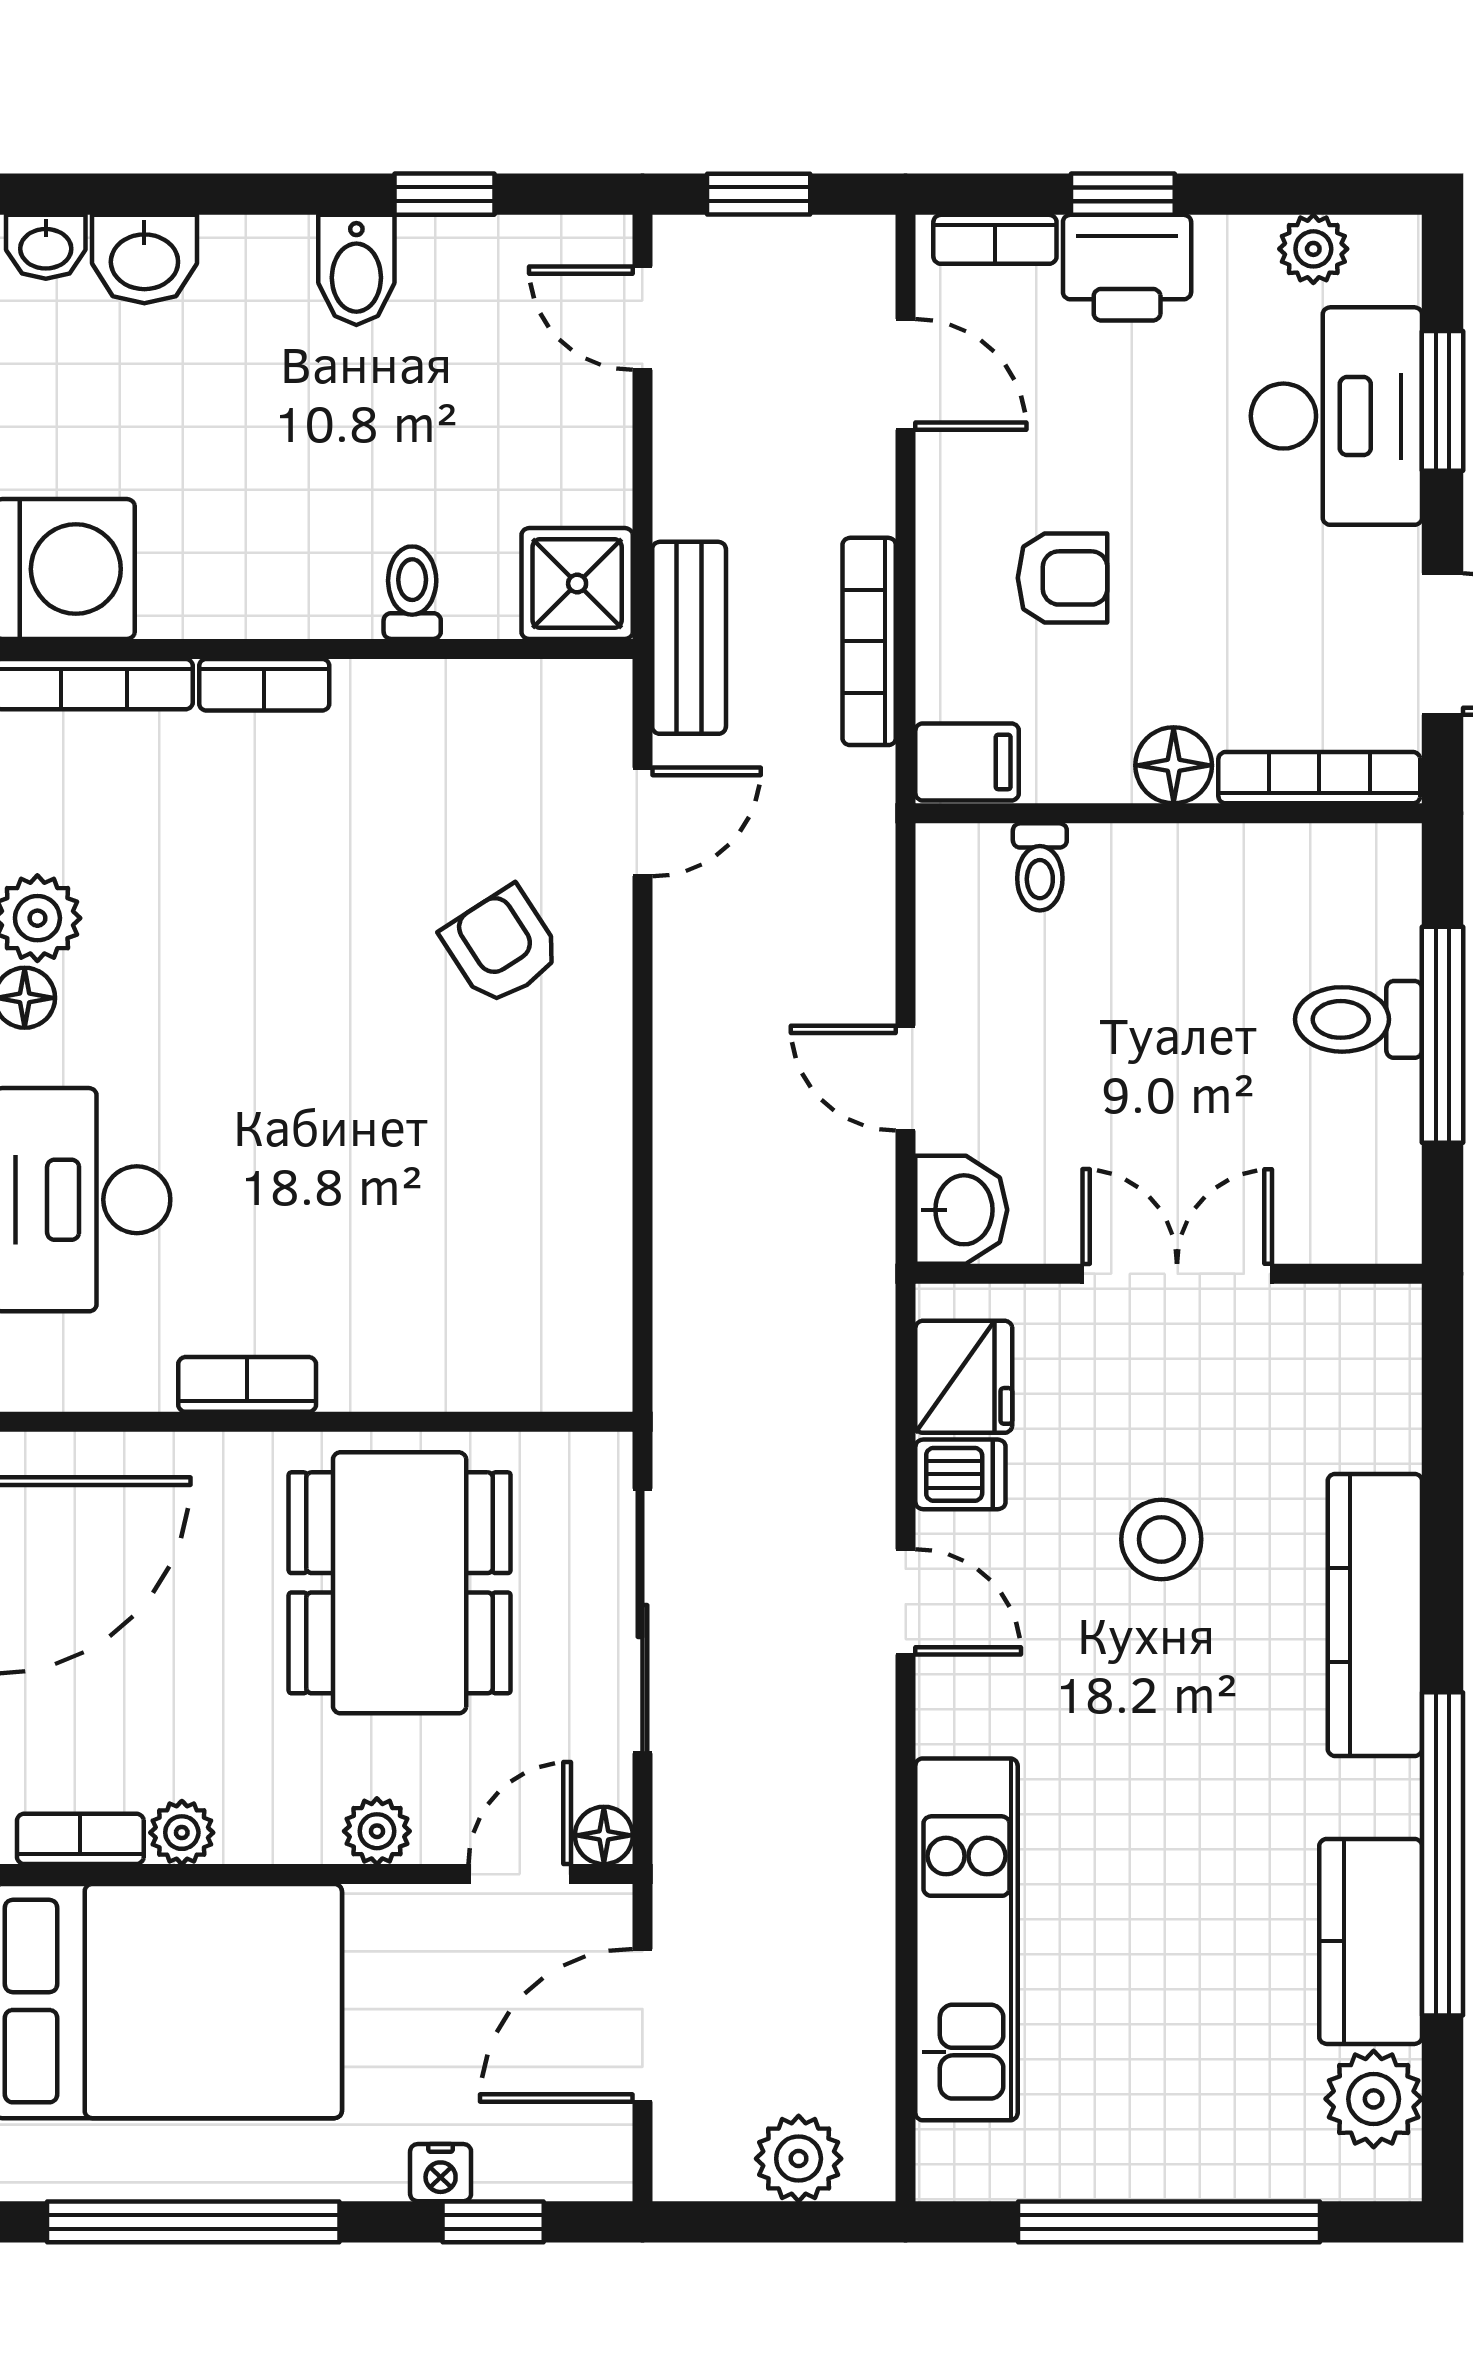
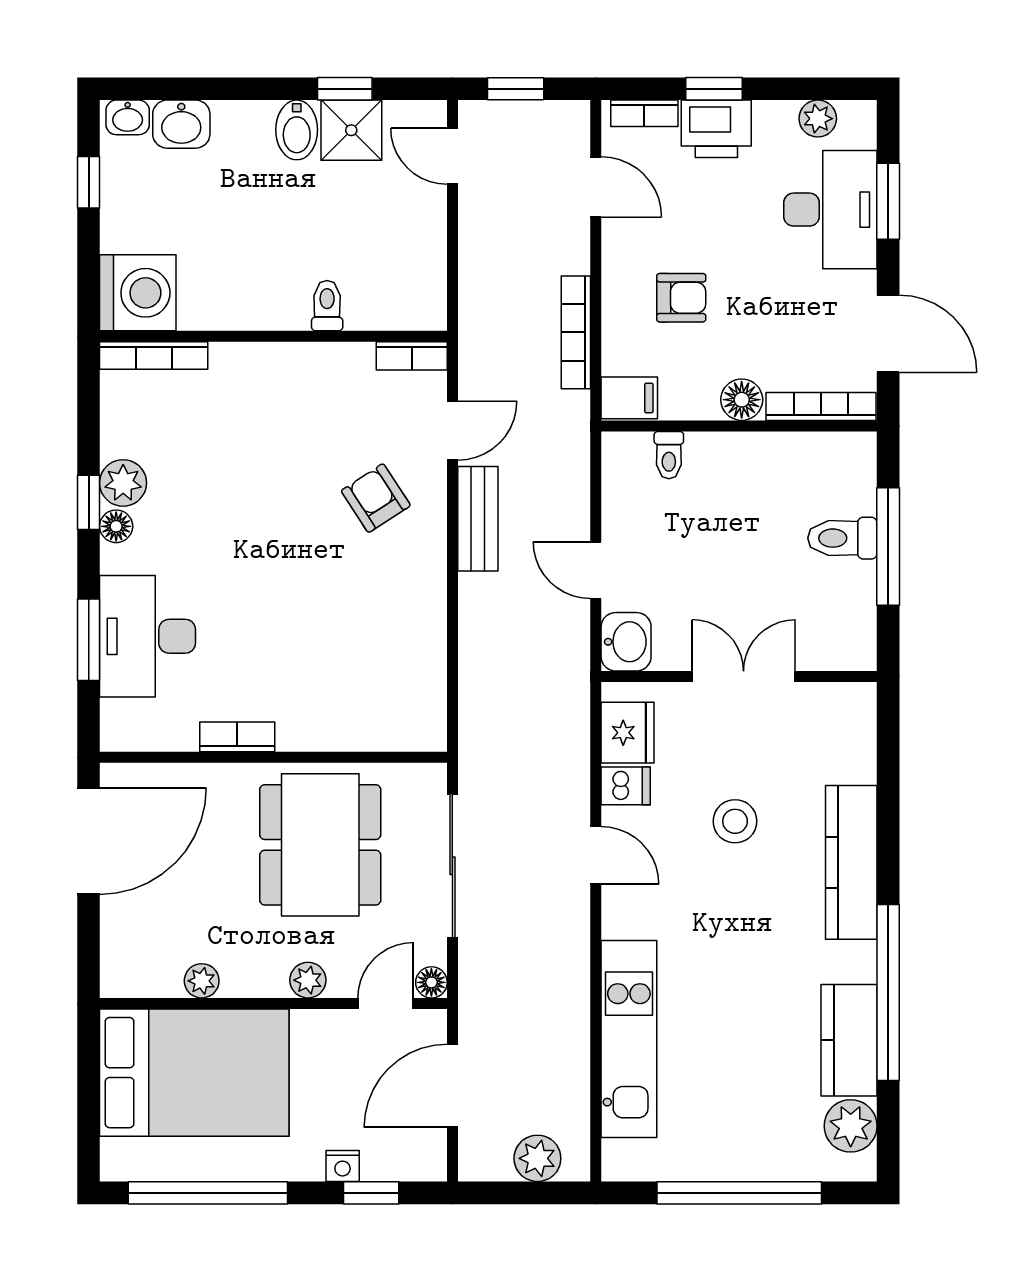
shower: (577, 584) -> (351, 130), moved
bench: (689, 638) -> (478, 519), moved
bookcase: (264, 685) -> (412, 356), moved
bookcase: (80, 1839) -> (146, 984), removed

